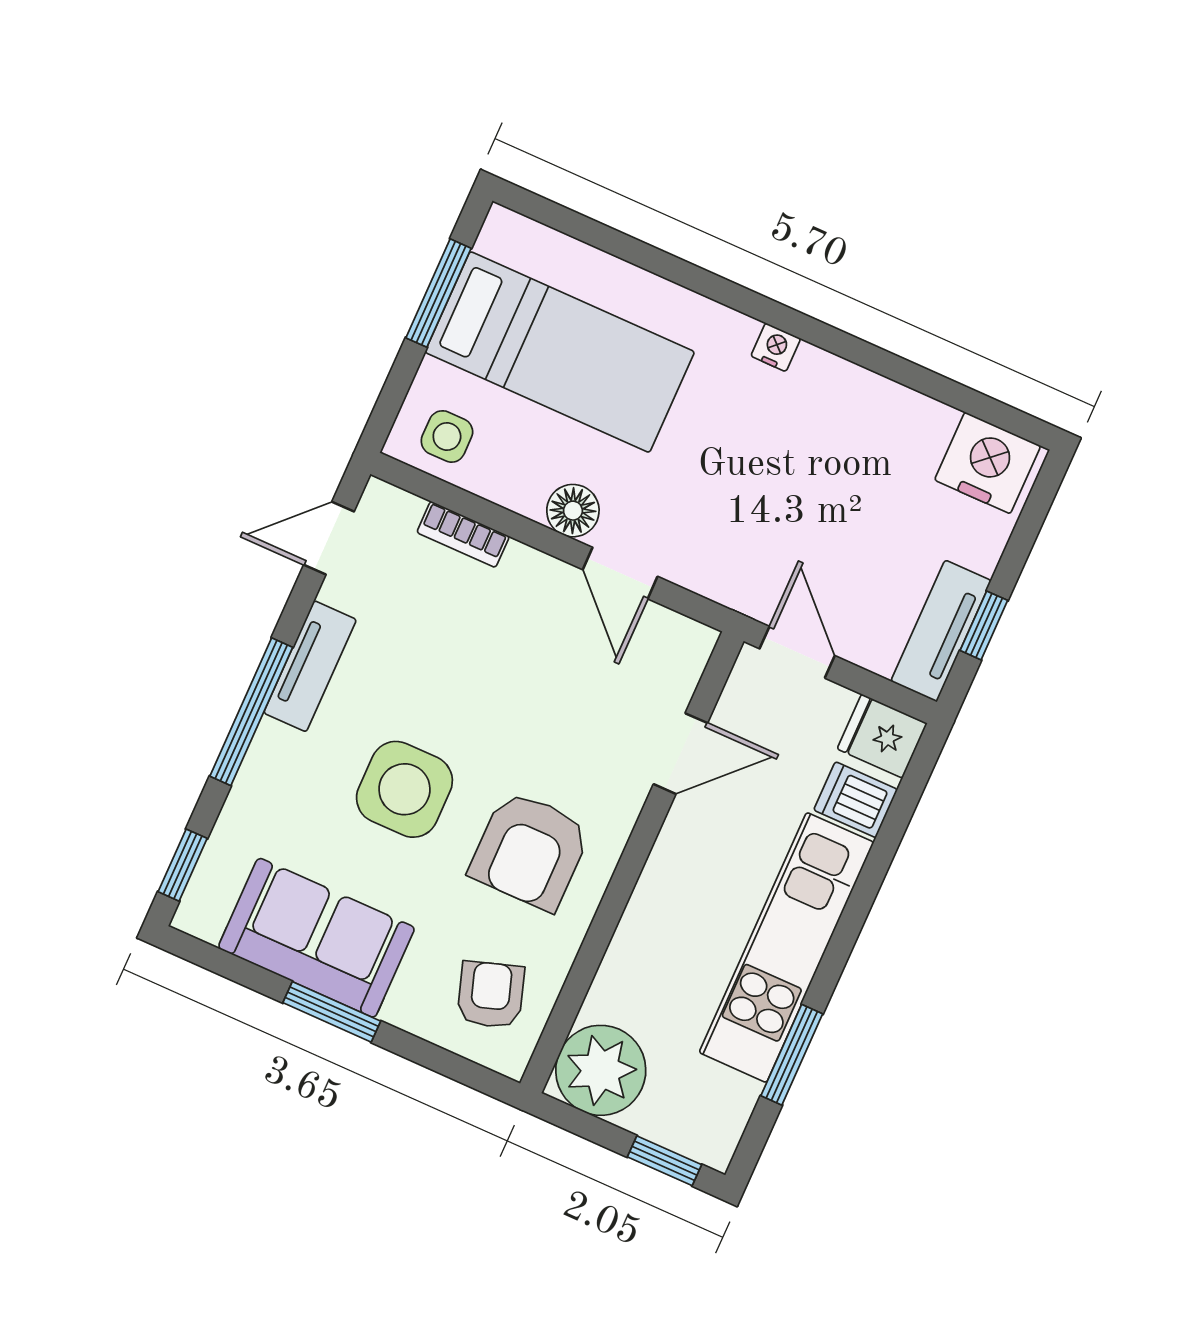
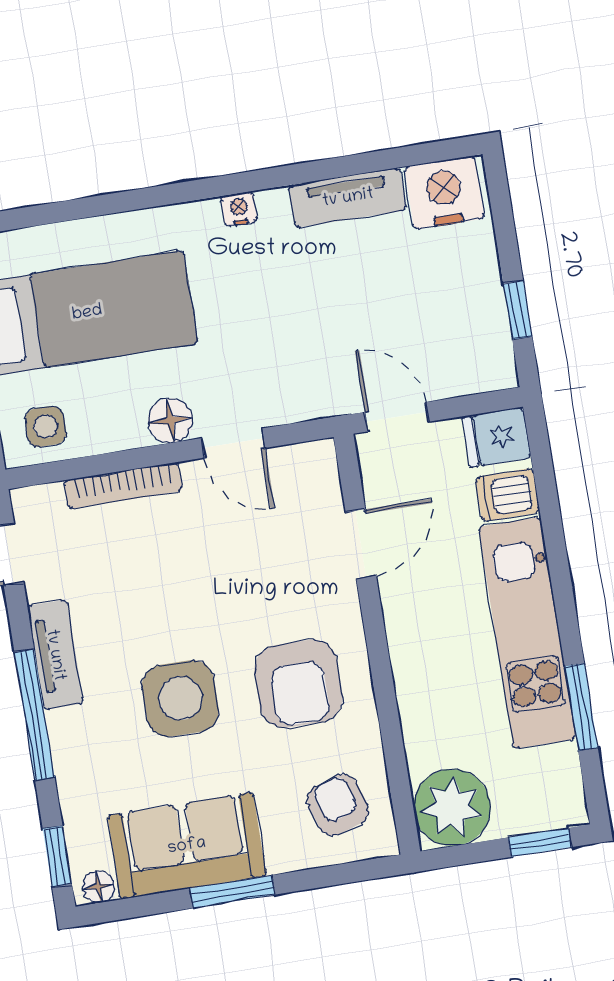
bookcase: (463, 534) -> (123, 486), width x1.56
tv unit: (941, 631) -> (348, 198), moved, turned -90
floor lamp: (204, 921) -> (98, 887), added

